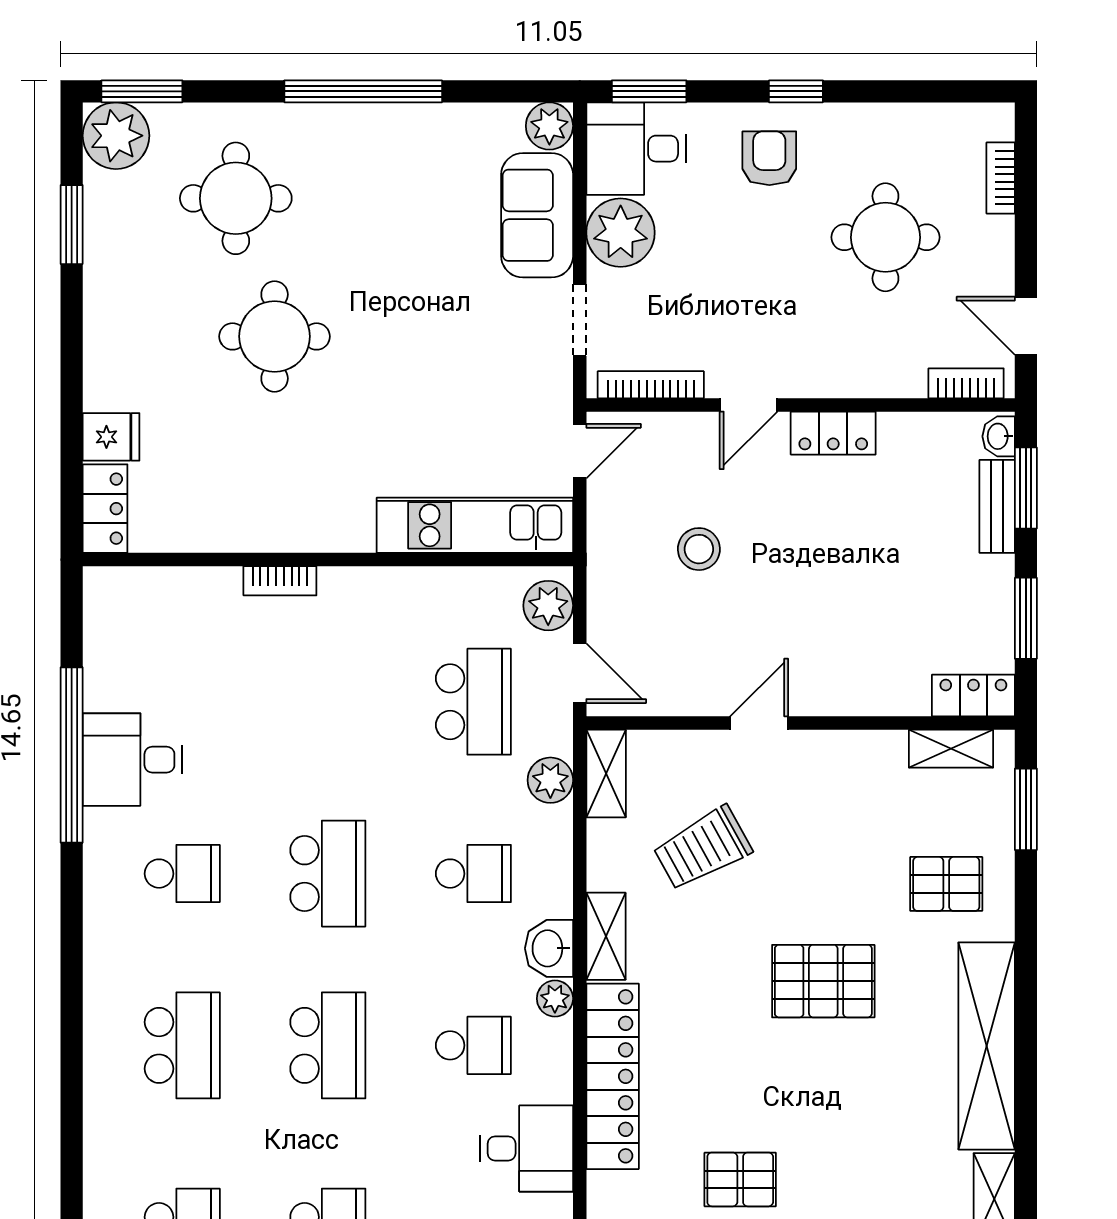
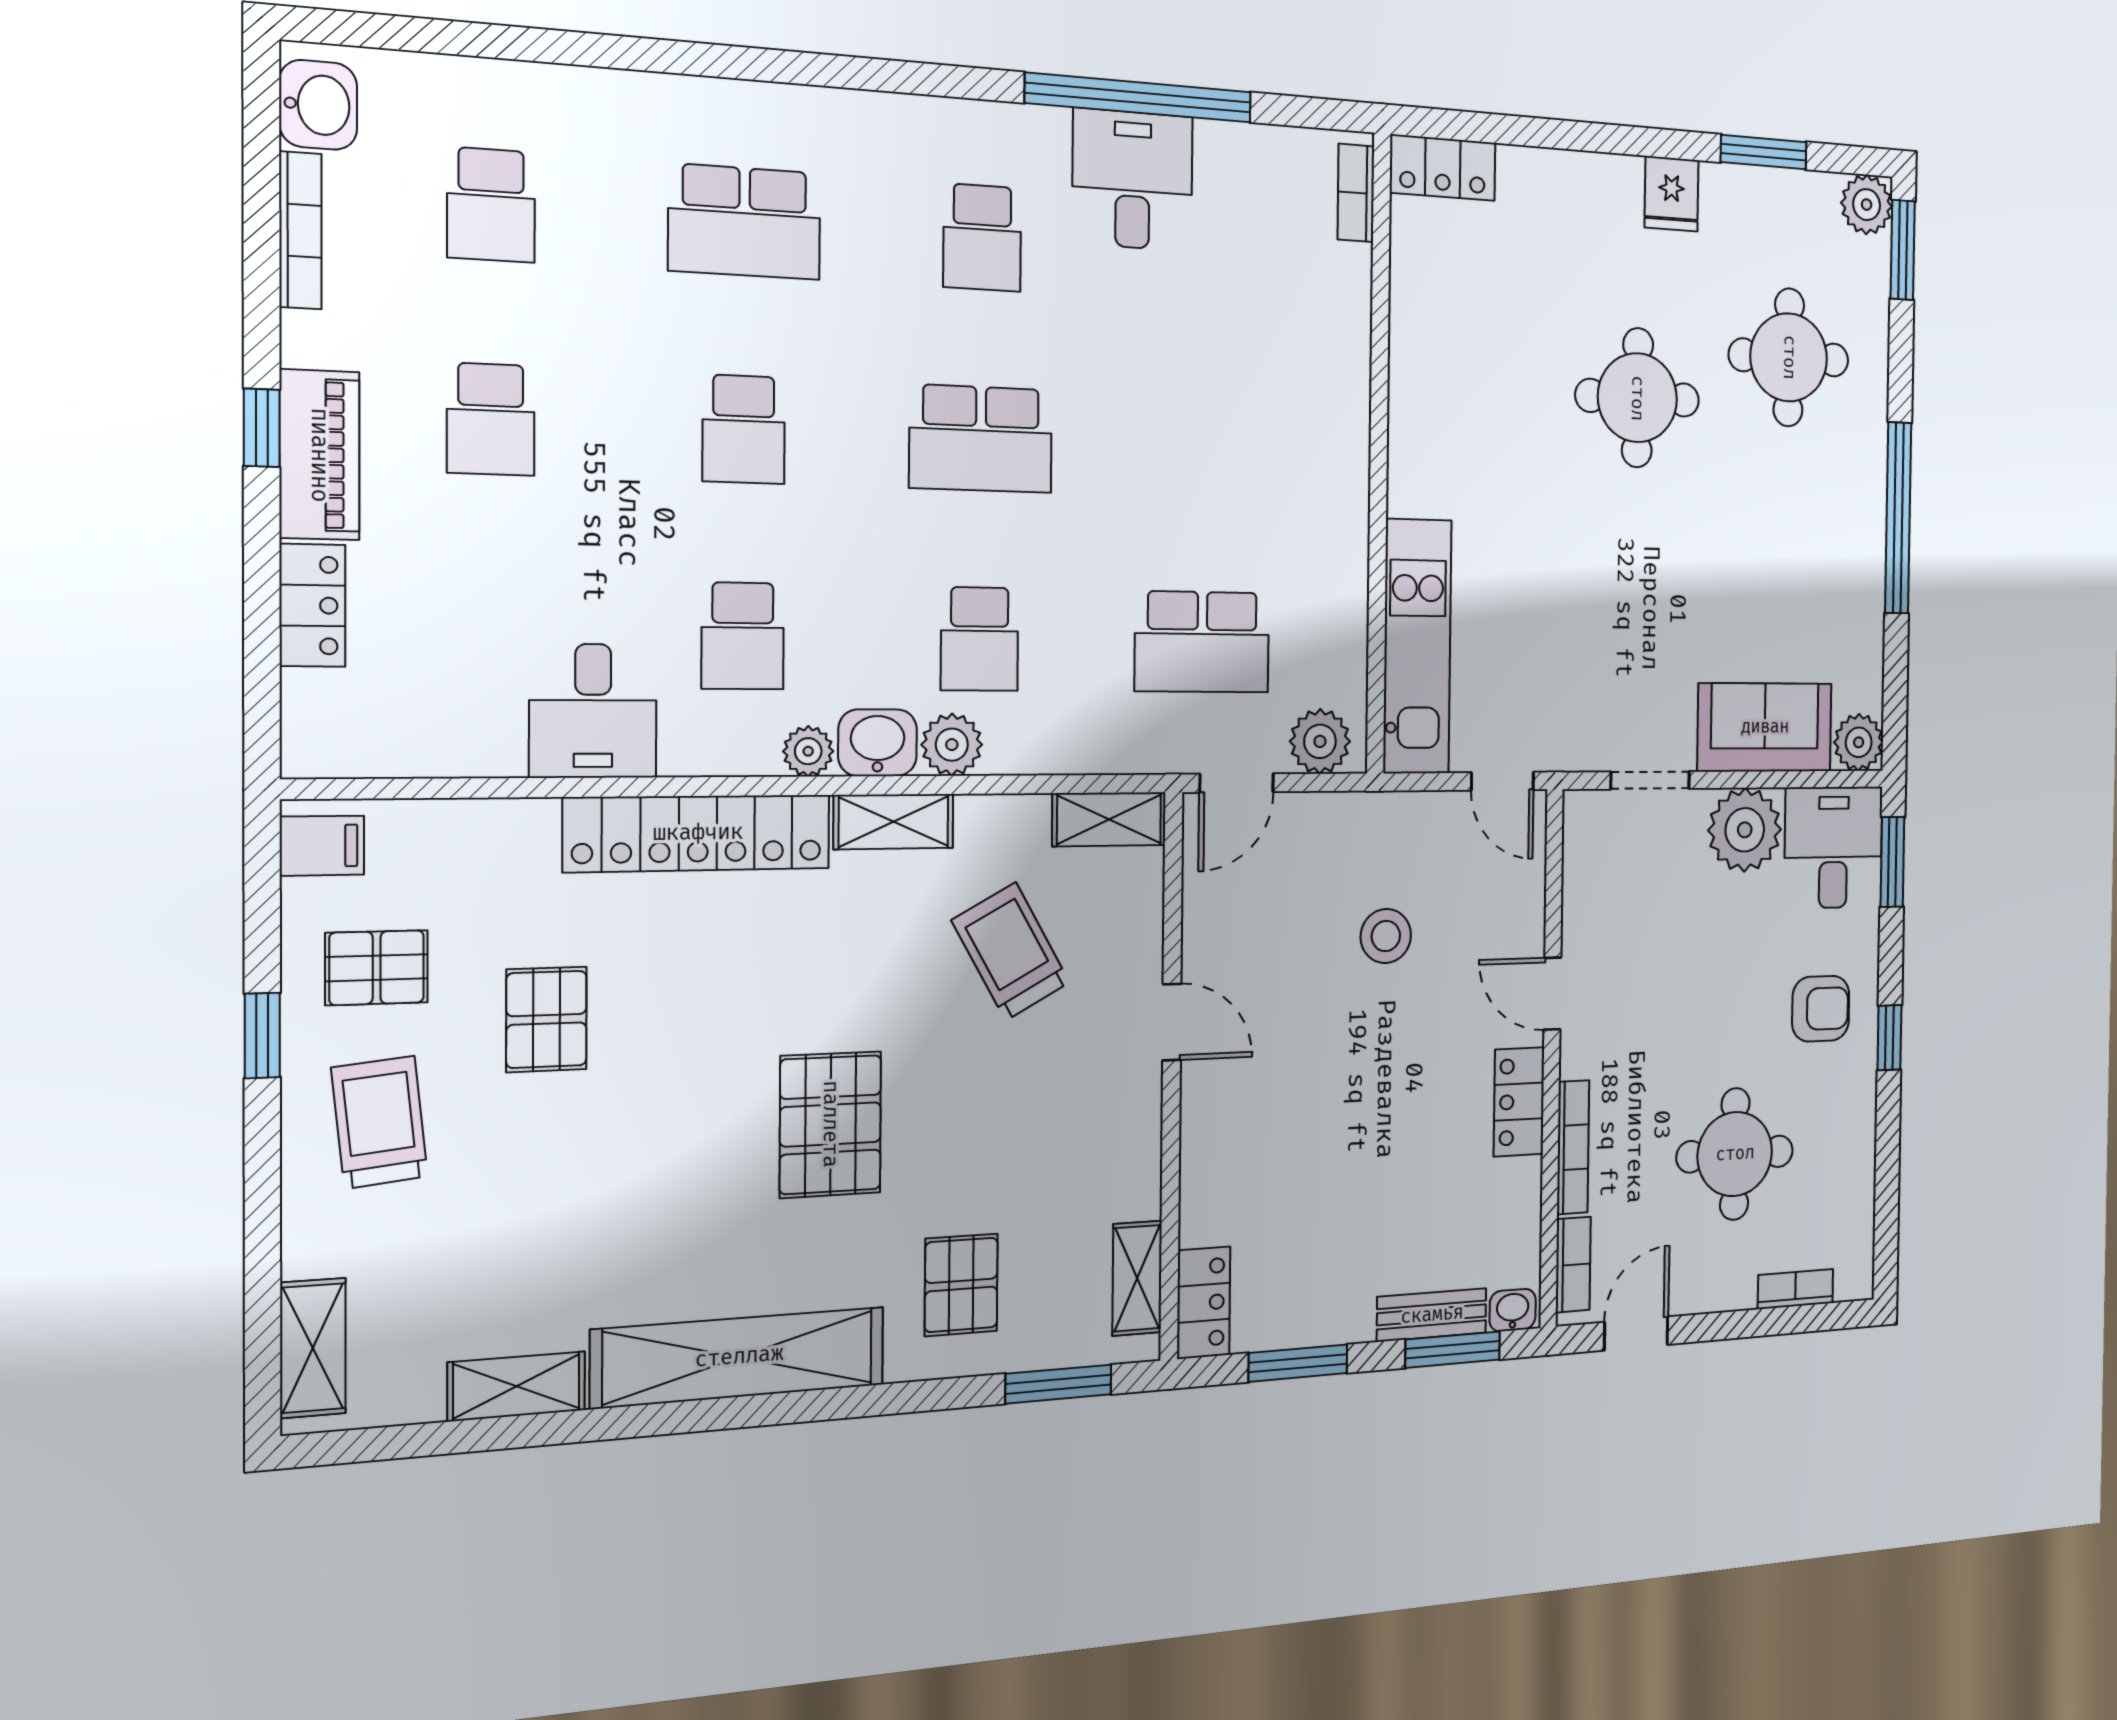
plant: (116, 136) -> (1867, 205), width x0.73, depth x0.73
bookcase: (651, 385) -> (1573, 1147), moved
fridge: (111, 437) -> (1672, 194), moved
bookcase: (280, 581) -> (1356, 193), moved
plant: (550, 780) -> (952, 745), moved
school desk: (328, 1045) -> (744, 429), width x0.54

